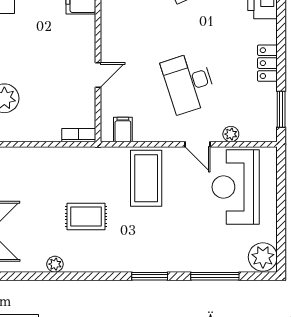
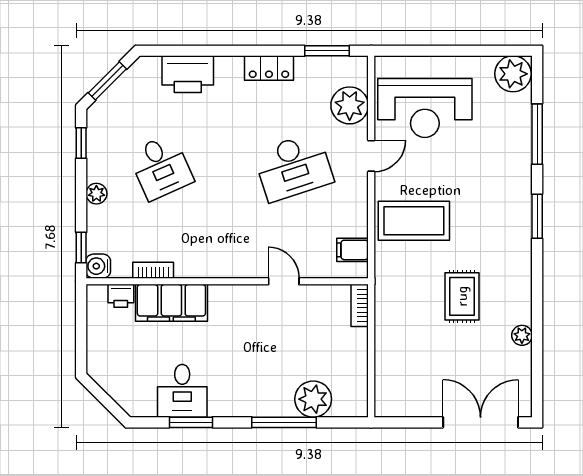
plant: (231, 134) -> (350, 105), width x1.88, depth x1.88

